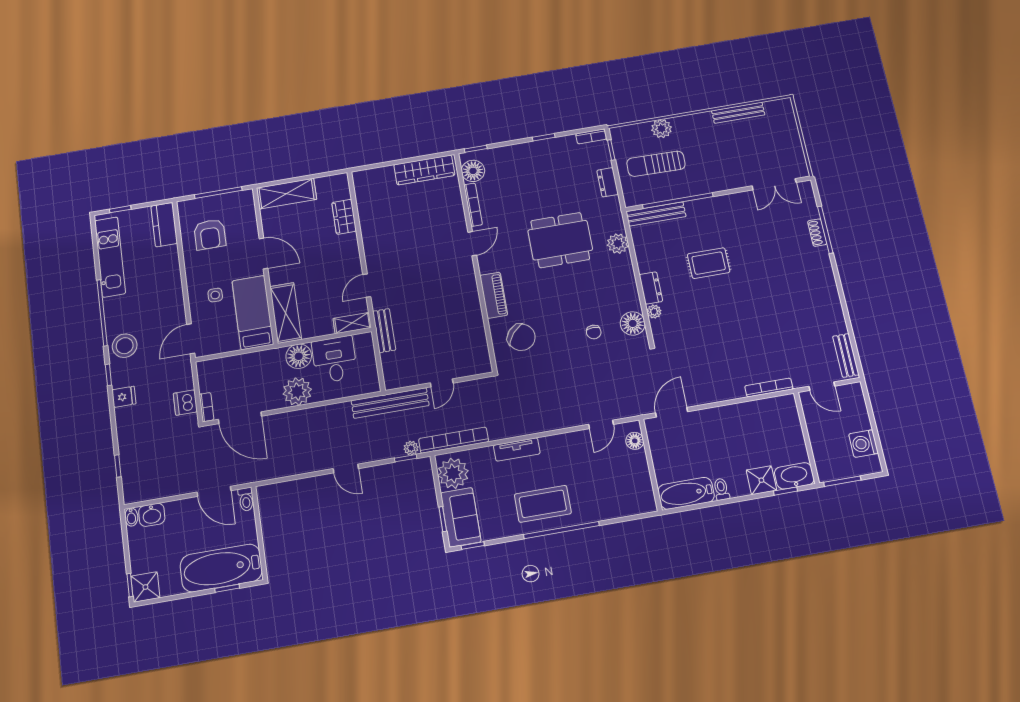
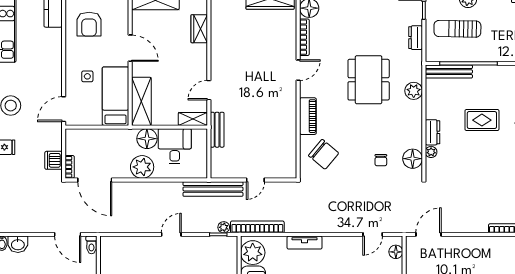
dining table: (560, 240) -> (369, 80), turned 90
door: (346, 469) -> (171, 234), swing flipped

